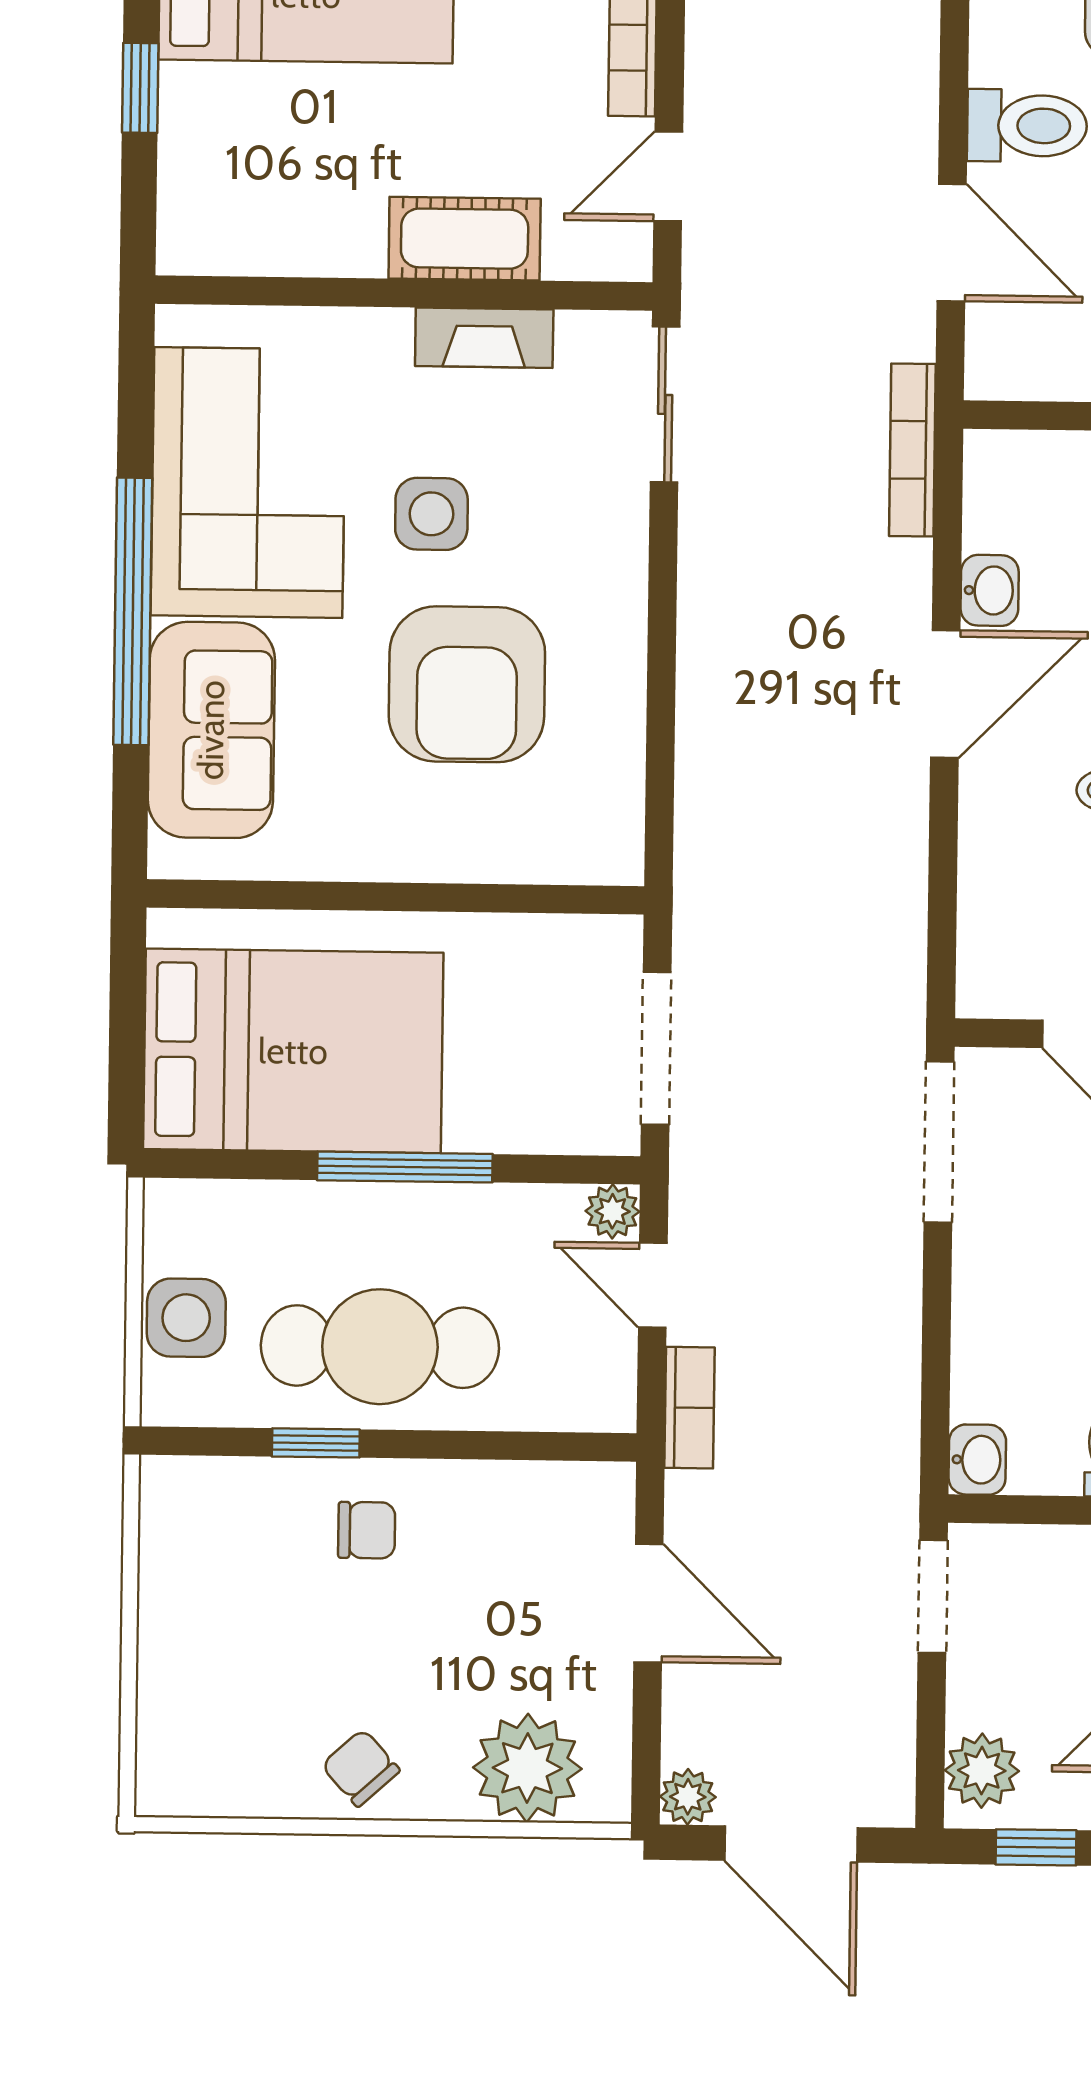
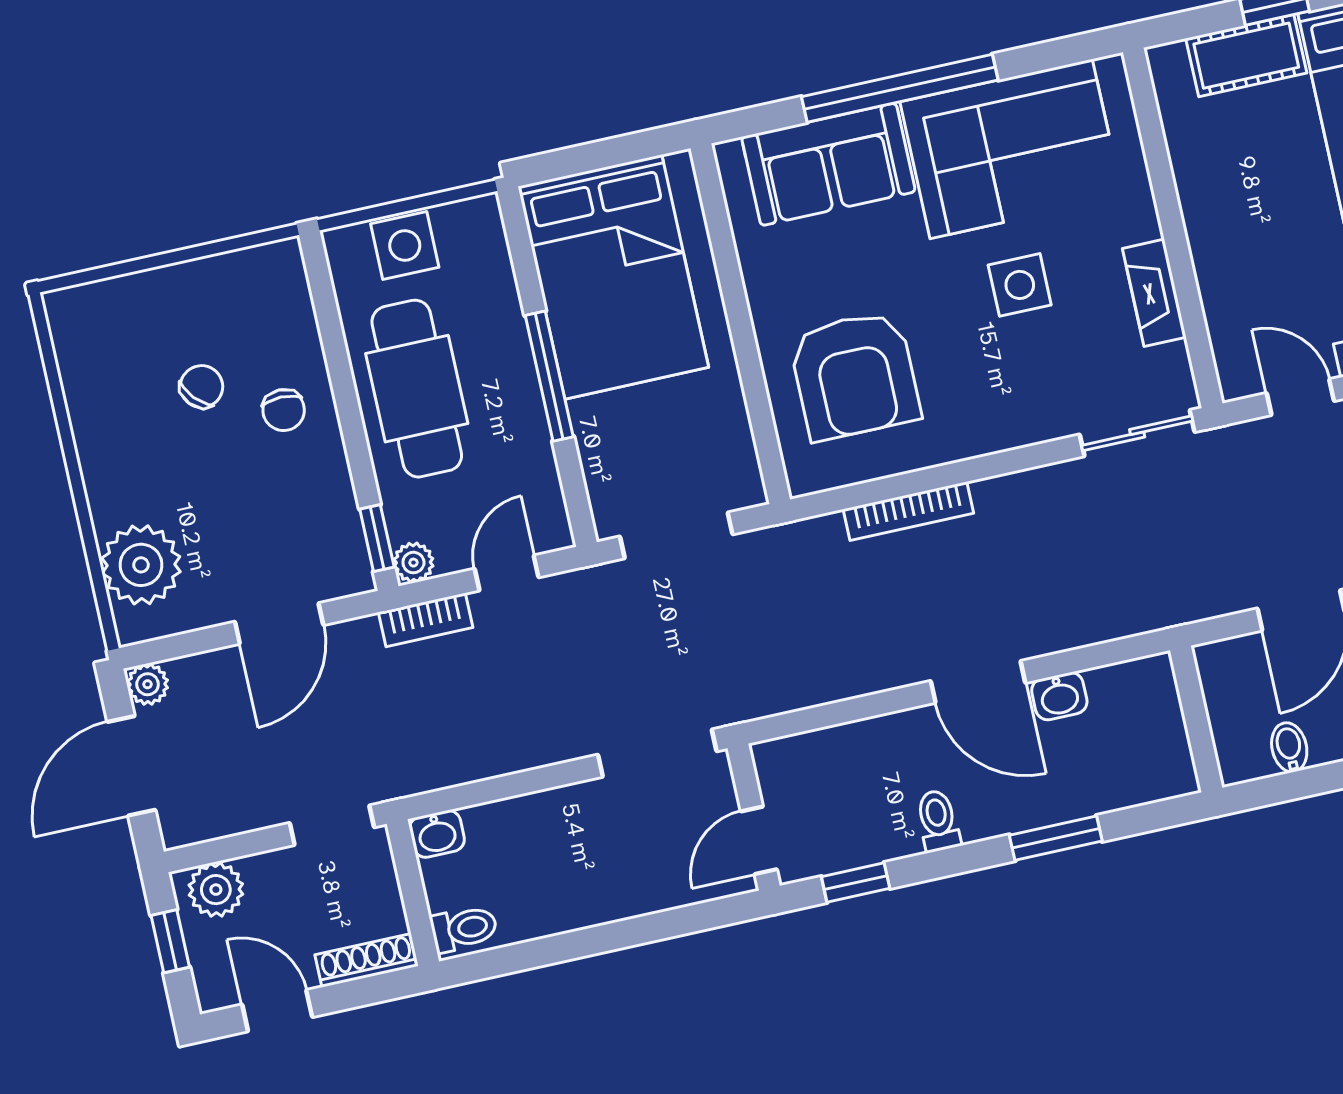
cot: (465, 239) -> (1246, 56), moved, turned 90
bookcase: (912, 450) -> (908, 511), moved, turned 180
armchair: (467, 684) -> (855, 375), moved, turned -90
plant: (612, 1211) -> (413, 563), moved
window: (316, 1443) -> (377, 538), moved
chair: (361, 1768) -> (202, 387), moved

